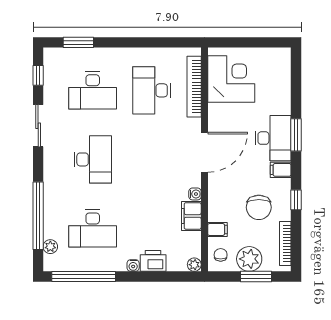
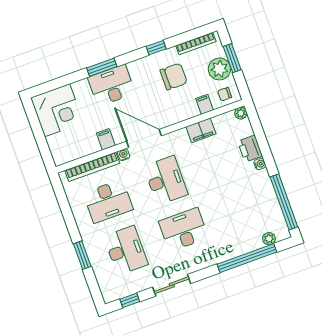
window: (78, 42) -> (82, 255), moved
corner desk: (231, 79) -> (57, 110), moved, turned 180
filing cabinet: (281, 170) -> (106, 139), moved, turned 180
water cooler: (195, 194) -> (124, 155), moved
desk: (93, 229) -> (166, 180), moved

